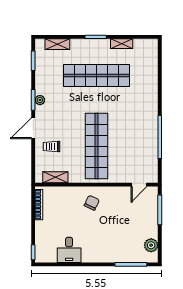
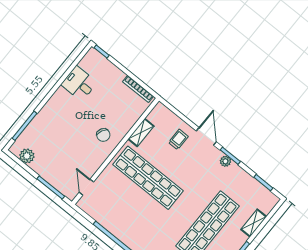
shelving: (57, 44) -> (254, 223), moved
shelving: (55, 177) -> (141, 133), moved

